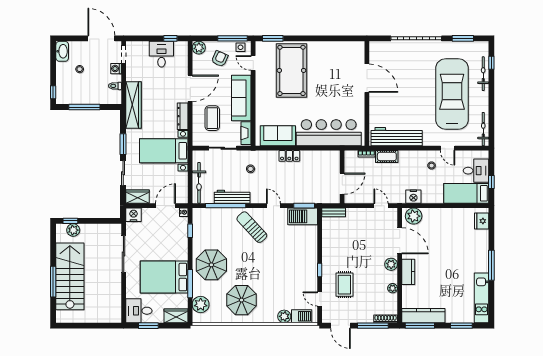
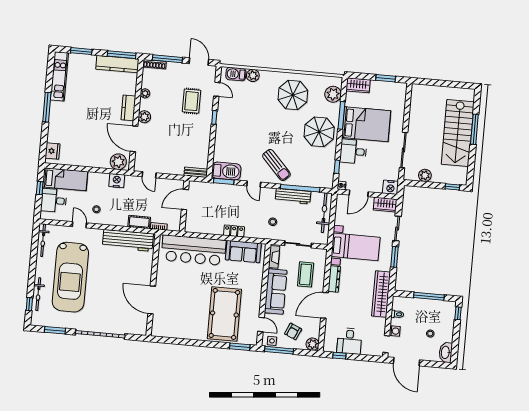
plant: (73, 230) -> (425, 175), moved
desk: (139, 311) -> (353, 151), moved, turned 180

